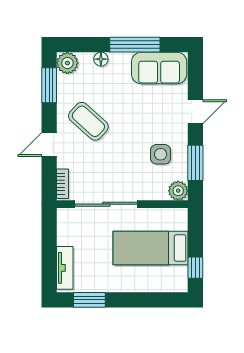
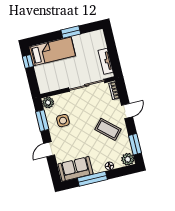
bed: (151, 248) -> (52, 51), moved
tv unit: (65, 268) -> (106, 61), moved
window: (89, 300) -> (71, 32), moved

